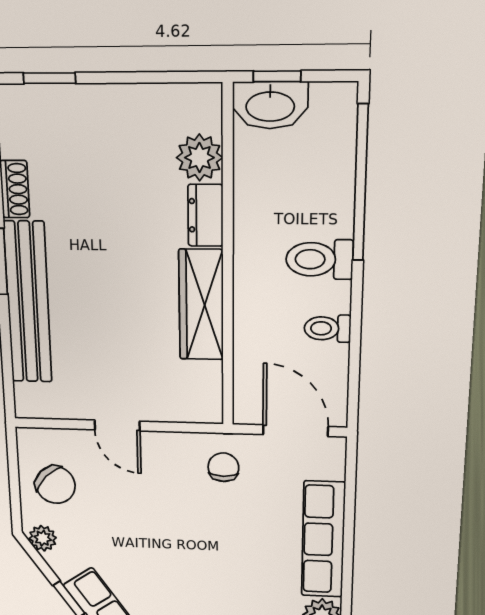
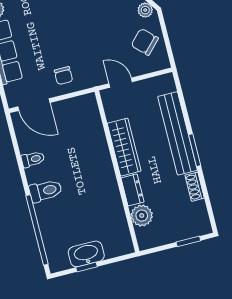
plant: (199, 158) -> (142, 216), moved
dresser: (205, 215) -> (133, 190), moved
wall: (228, 261) -> (117, 171), moved
wardrobe: (201, 305) -> (124, 147), moved

